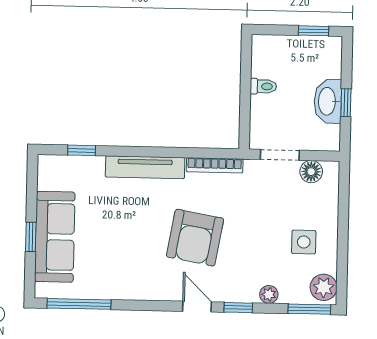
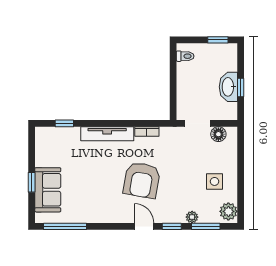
toilet: (263, 86) -> (185, 56), moved
bookcase: (215, 165) -> (147, 131), width x0.64
sofa: (55, 237) -> (48, 190), width x0.73
window: (309, 309) -> (206, 226), moved

